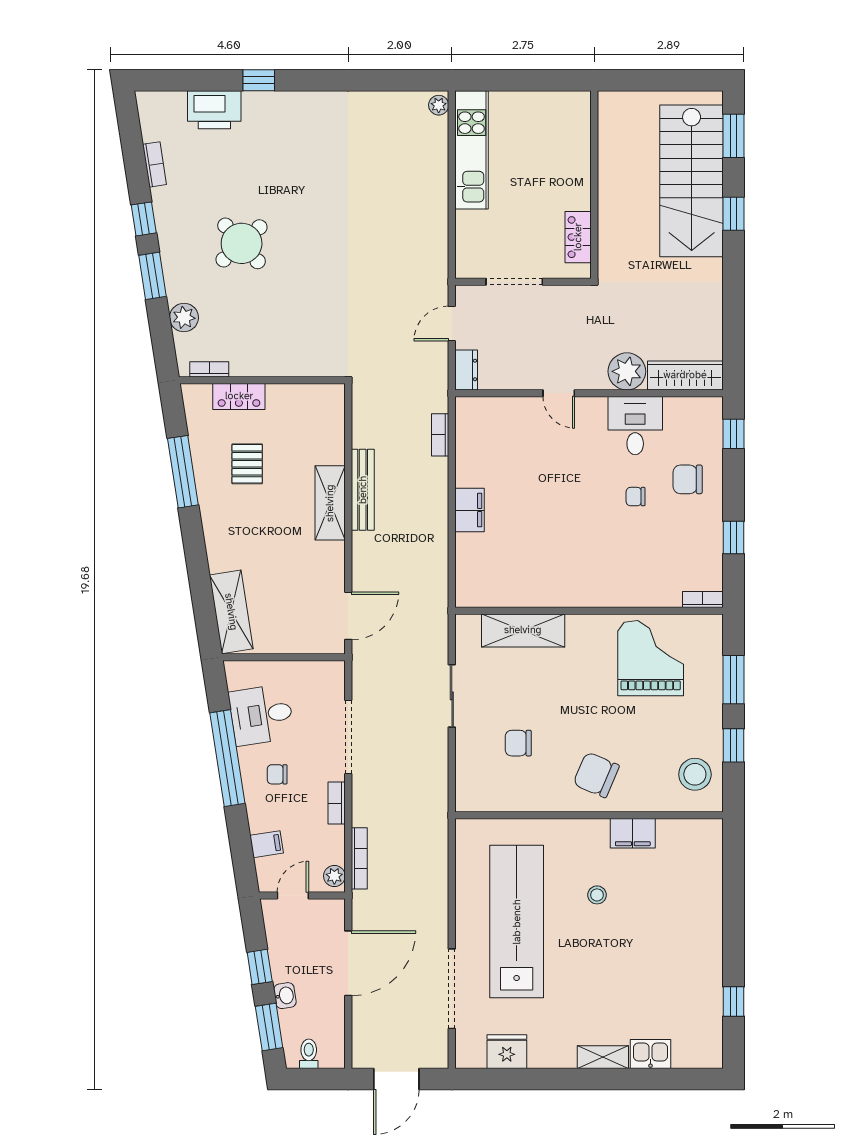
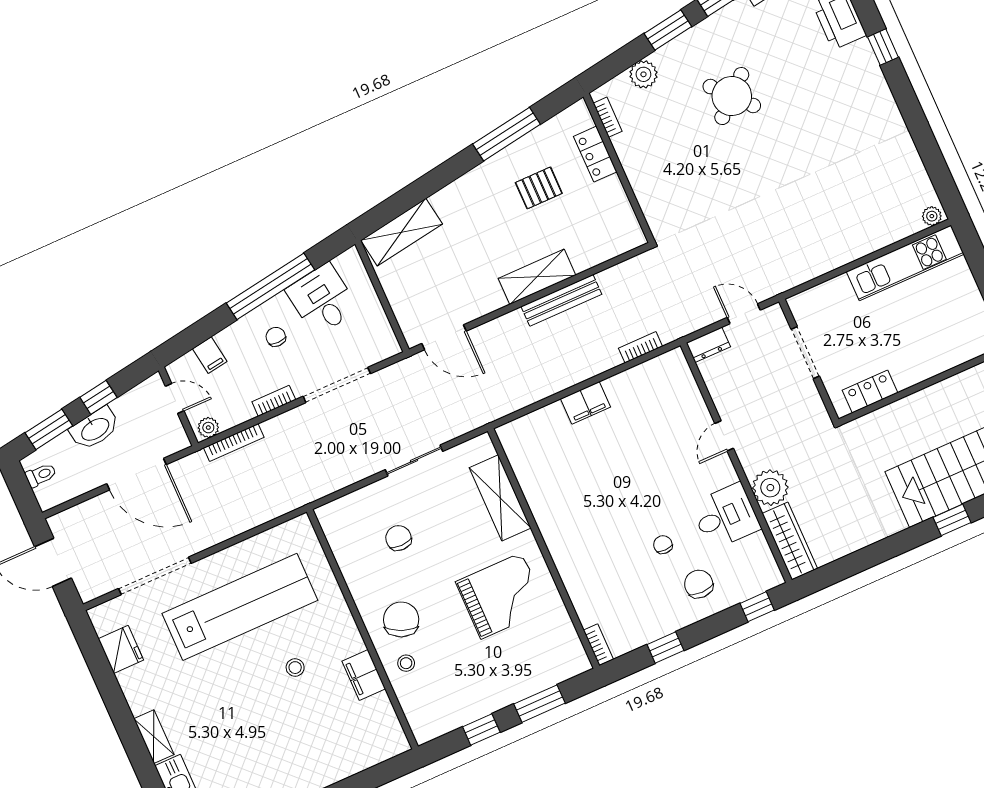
grand piano: (651, 658) -> (501, 596), moved
stool: (695, 774) -> (406, 663), moved, width x0.53, depth x0.53
washbasin: (285, 996) -> (95, 429), width x1.91, depth x1.45

